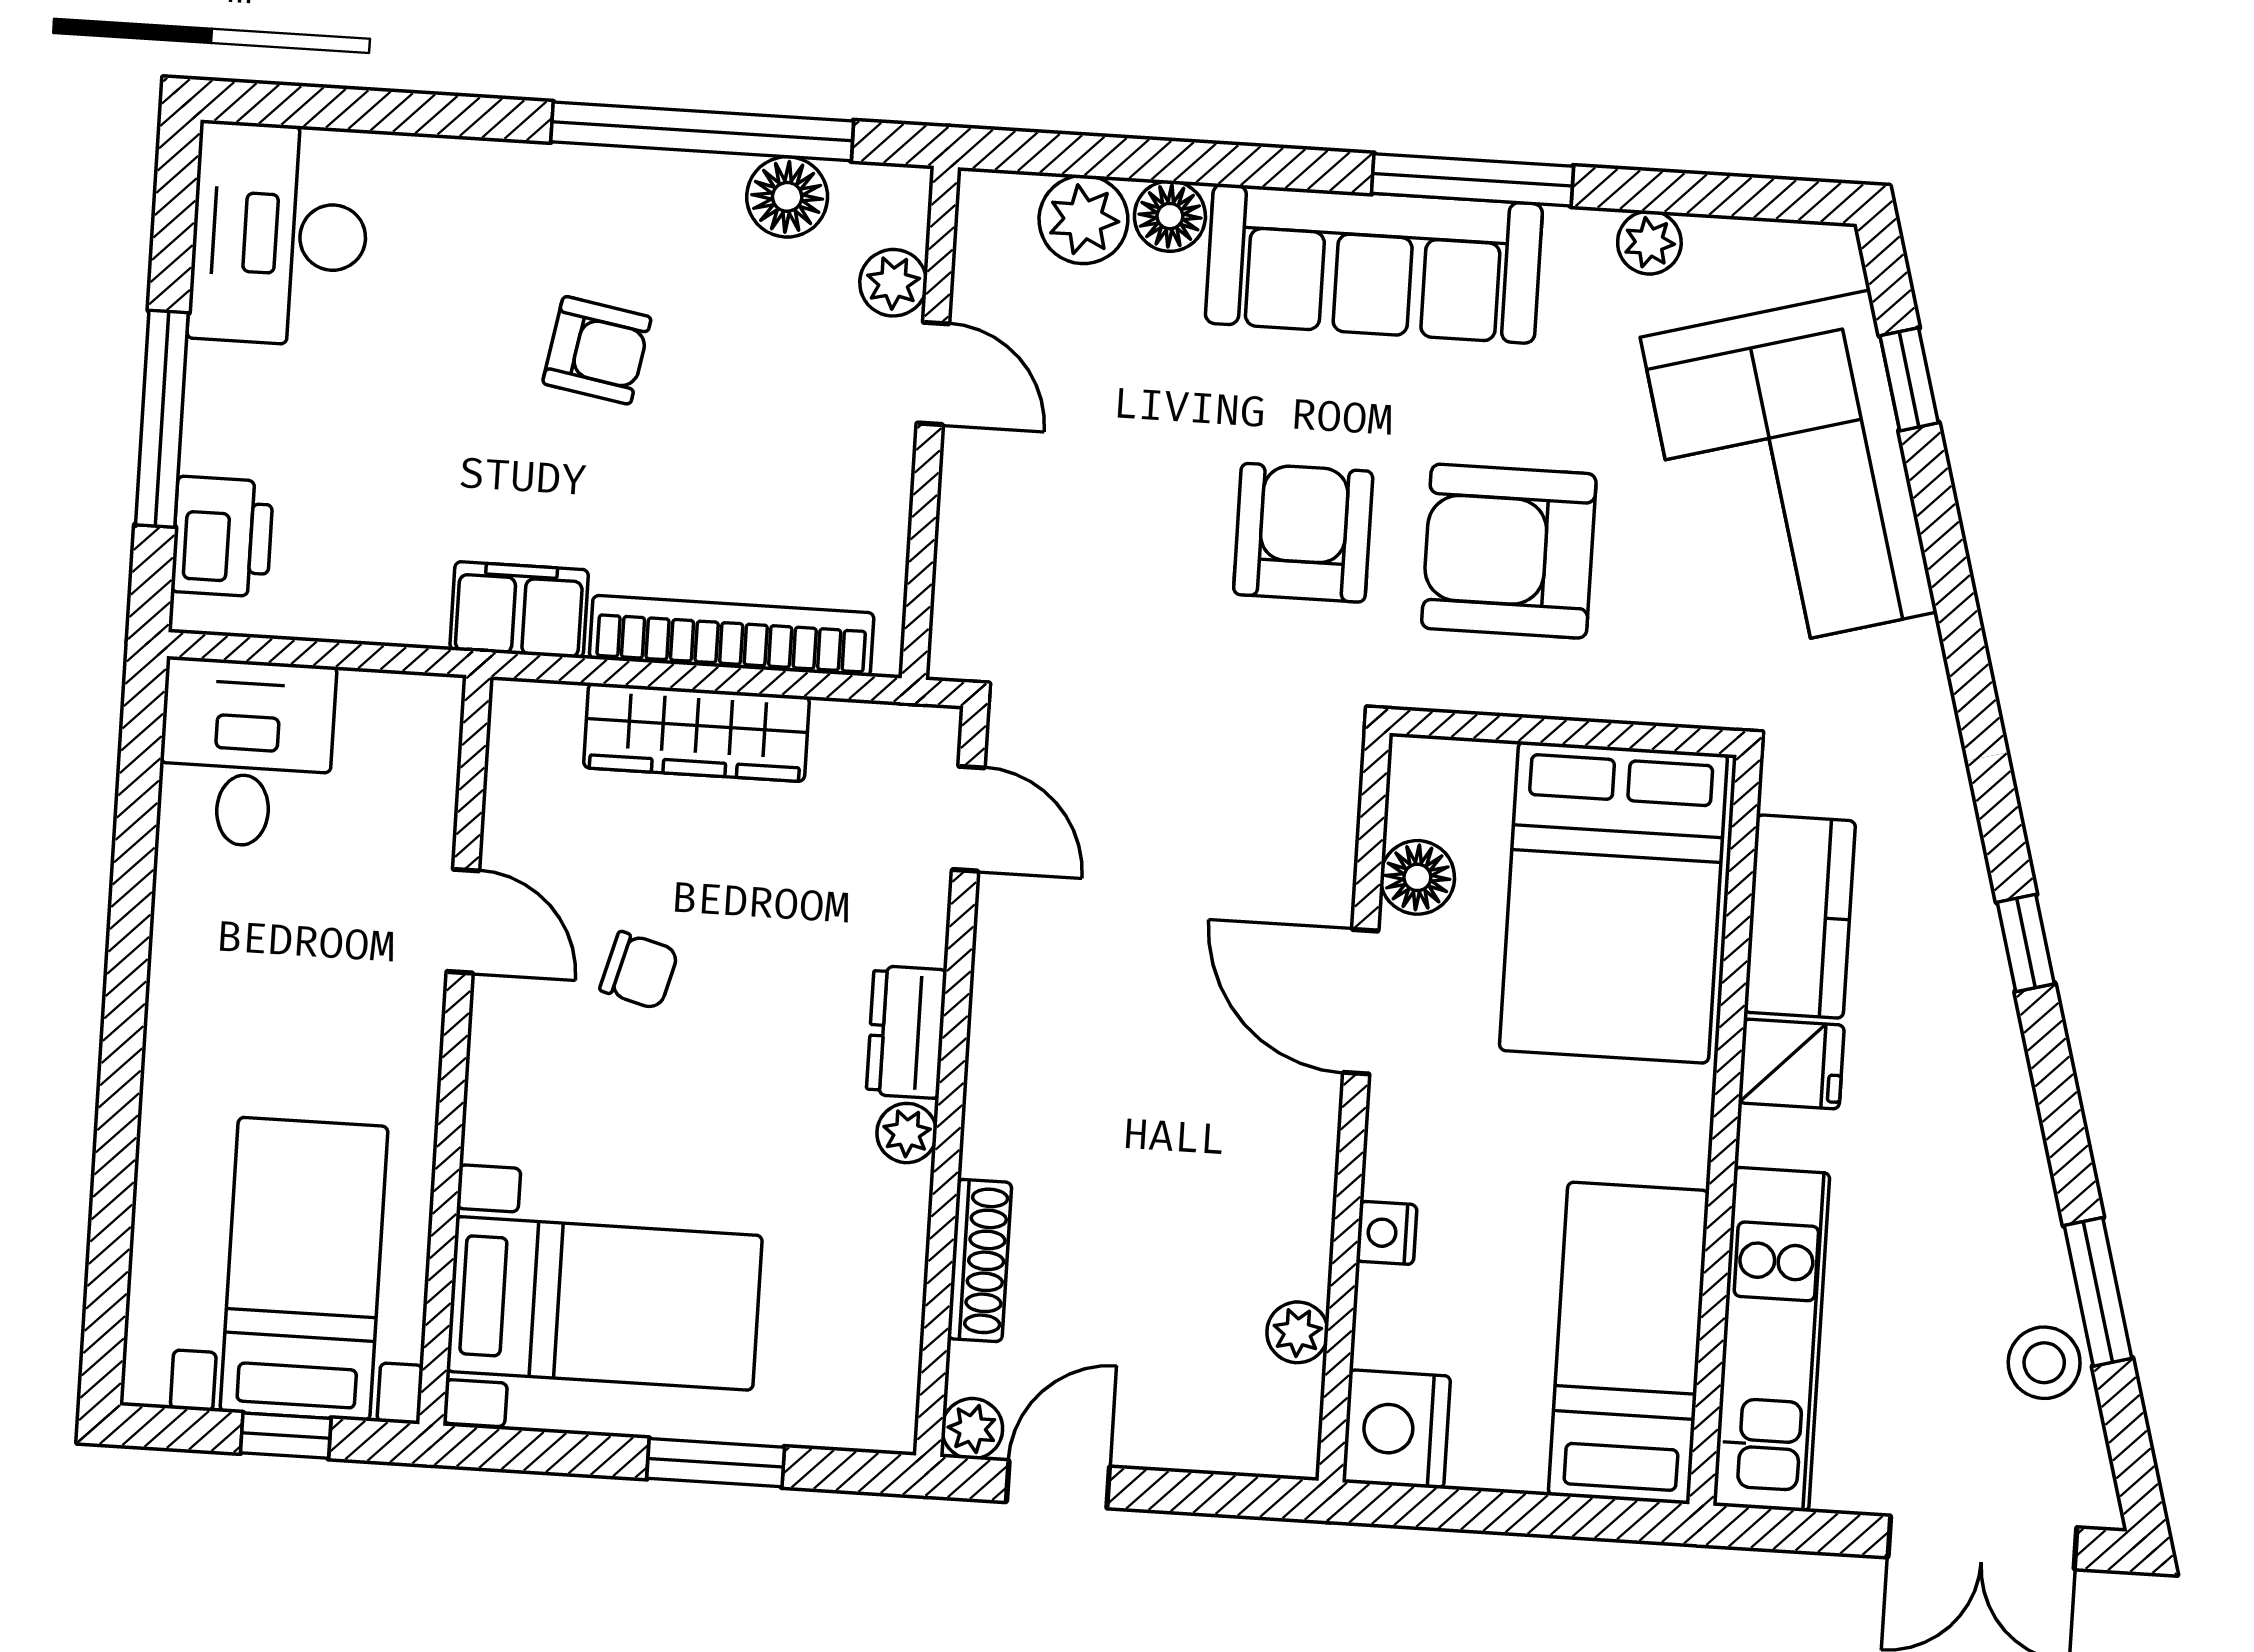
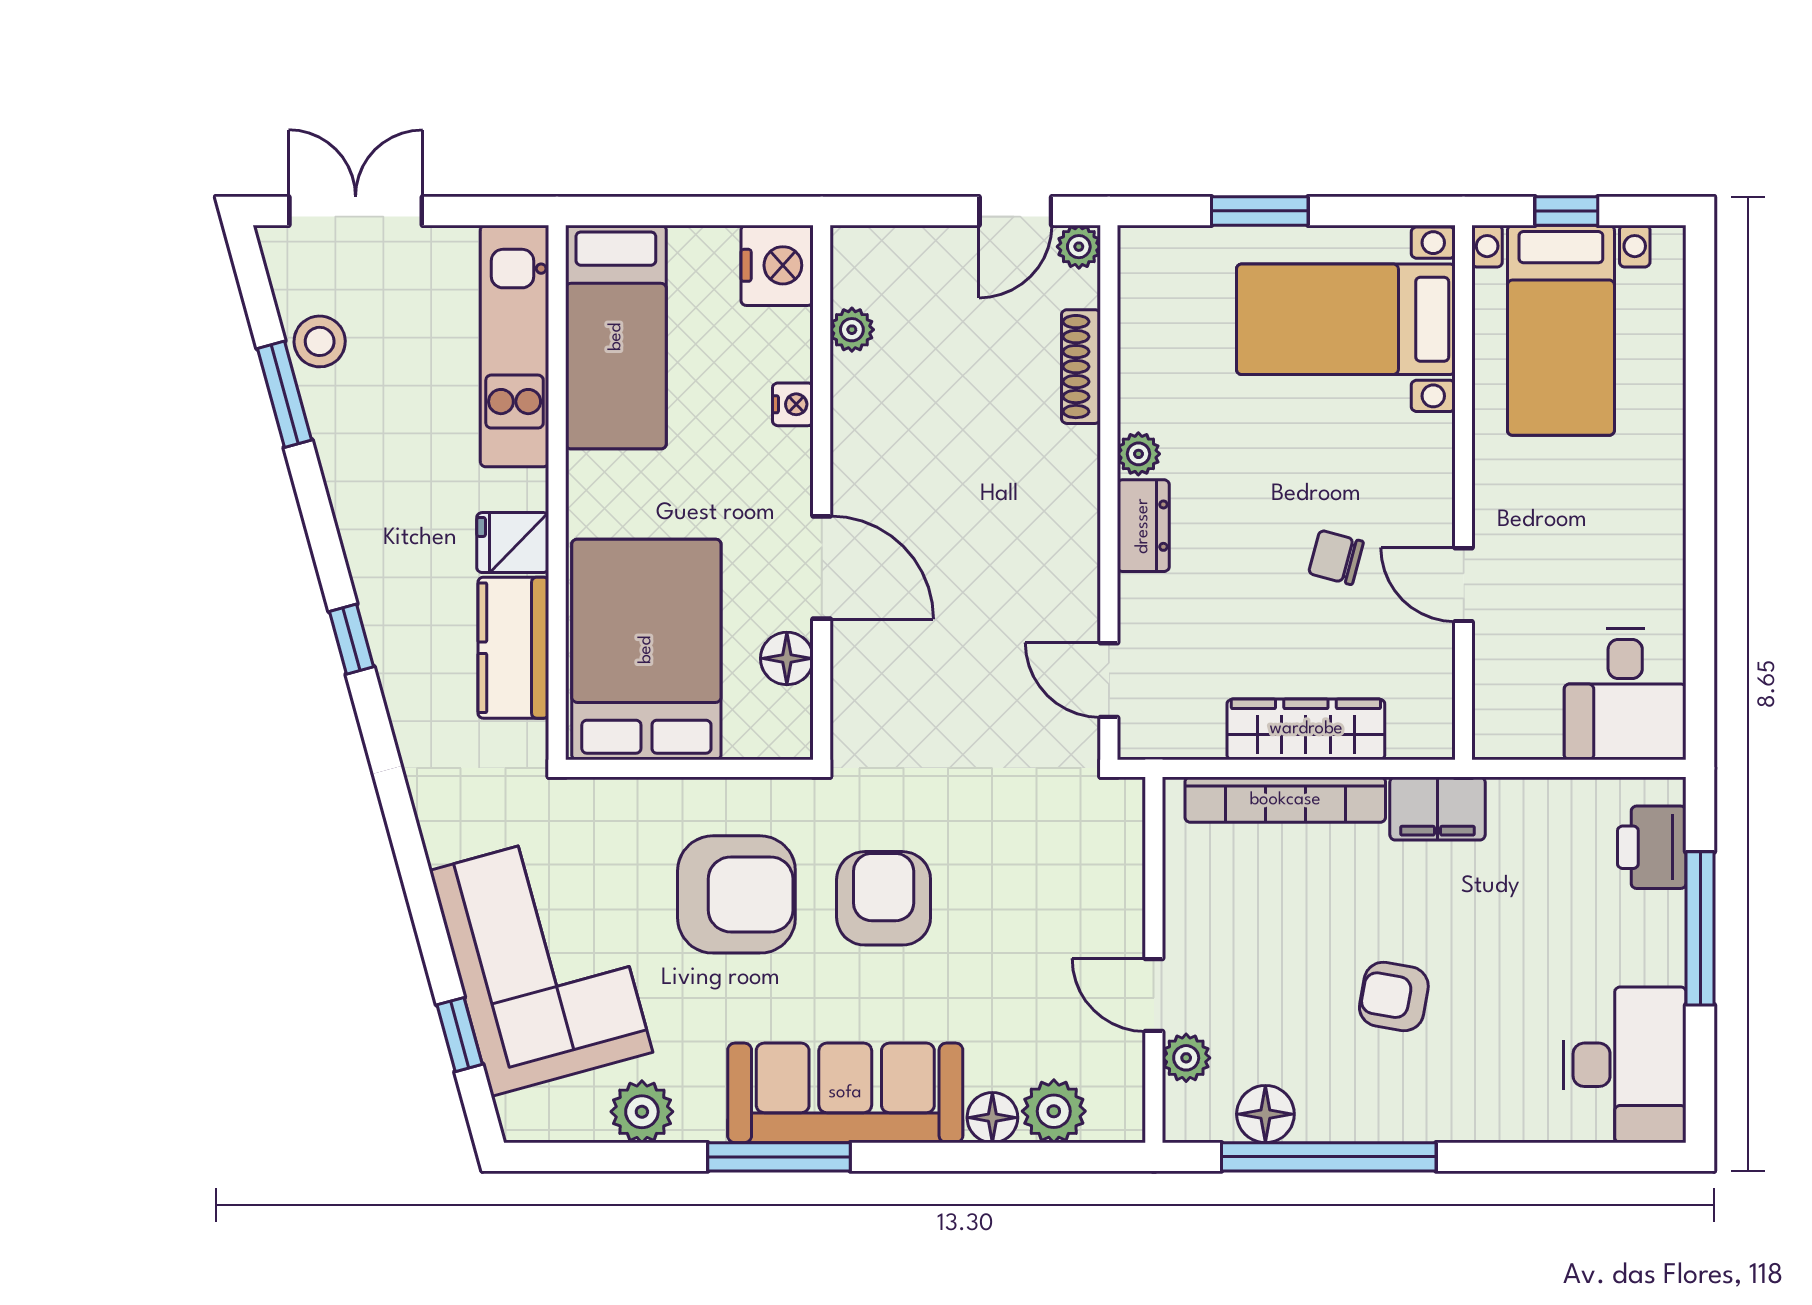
plant: (1649, 242) -> (642, 1112), width x1.38, depth x1.38
armchair: (1303, 533) -> (884, 898), turned 180

